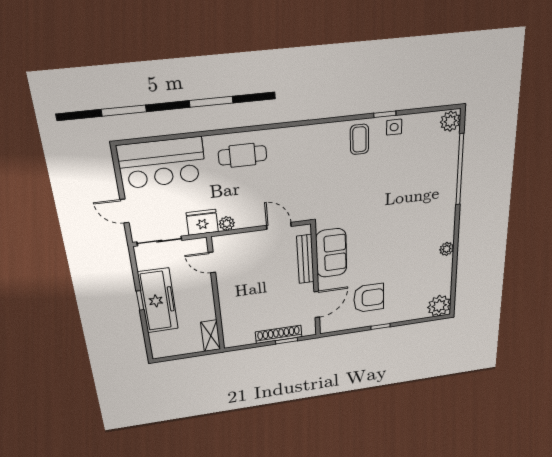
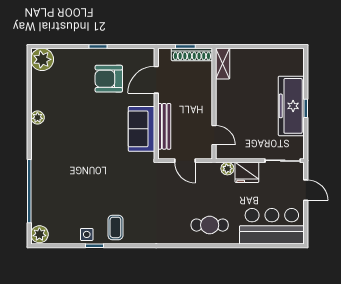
door: (212, 262) -> (214, 135), moved
wall: (216, 295) -> (214, 104), moved
shelving: (211, 336) -> (223, 64), moved

